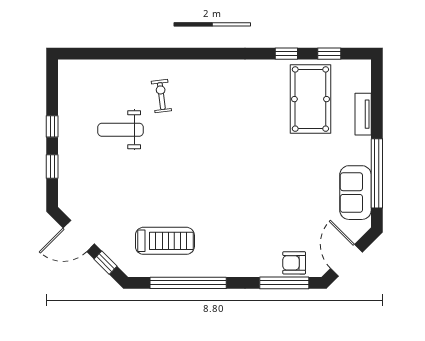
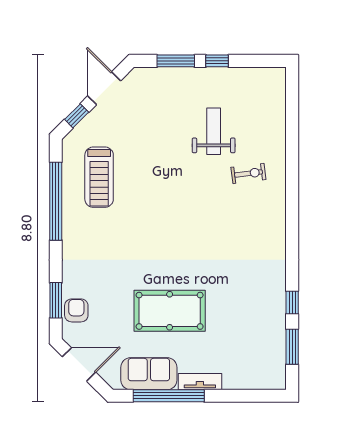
window: (329, 54) -> (292, 347), width x1.50
pool table: (310, 99) -> (170, 311), moved
tv unit: (363, 114) -> (200, 382), moved
window: (52, 166) -> (176, 61), width x1.50
window: (284, 283) -> (56, 300), width x0.69

